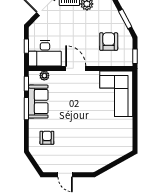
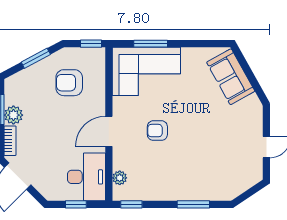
window: (135, 97) -> (151, 44), added
sofa: (38, 102) -> (231, 77), moved, turned -119
window: (26, 109) -> (193, 204), moved
armchair: (47, 138) -> (157, 131), moved

